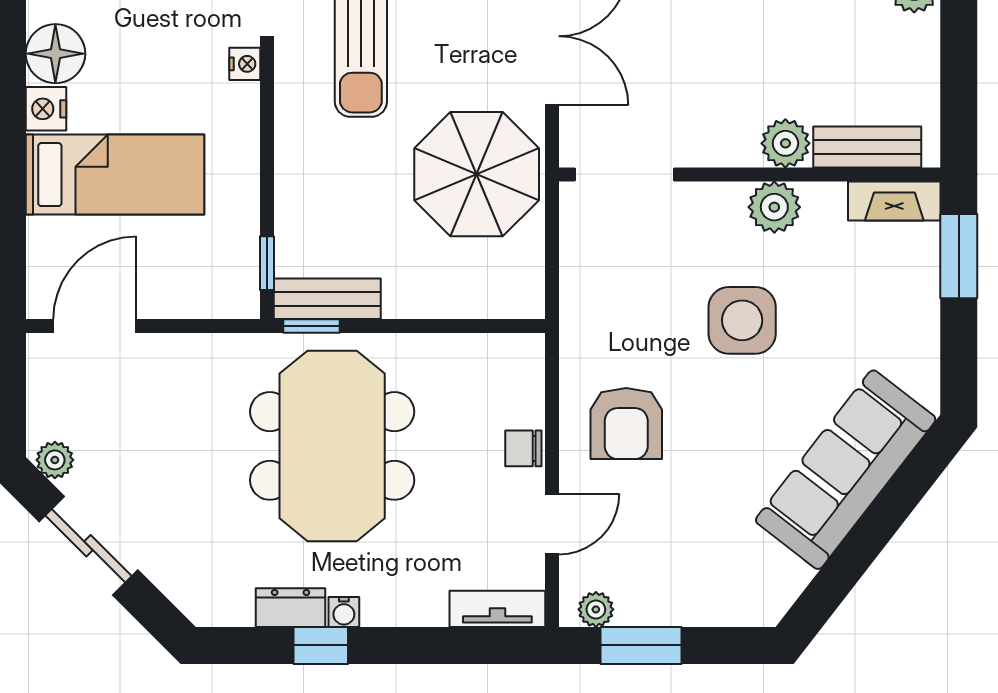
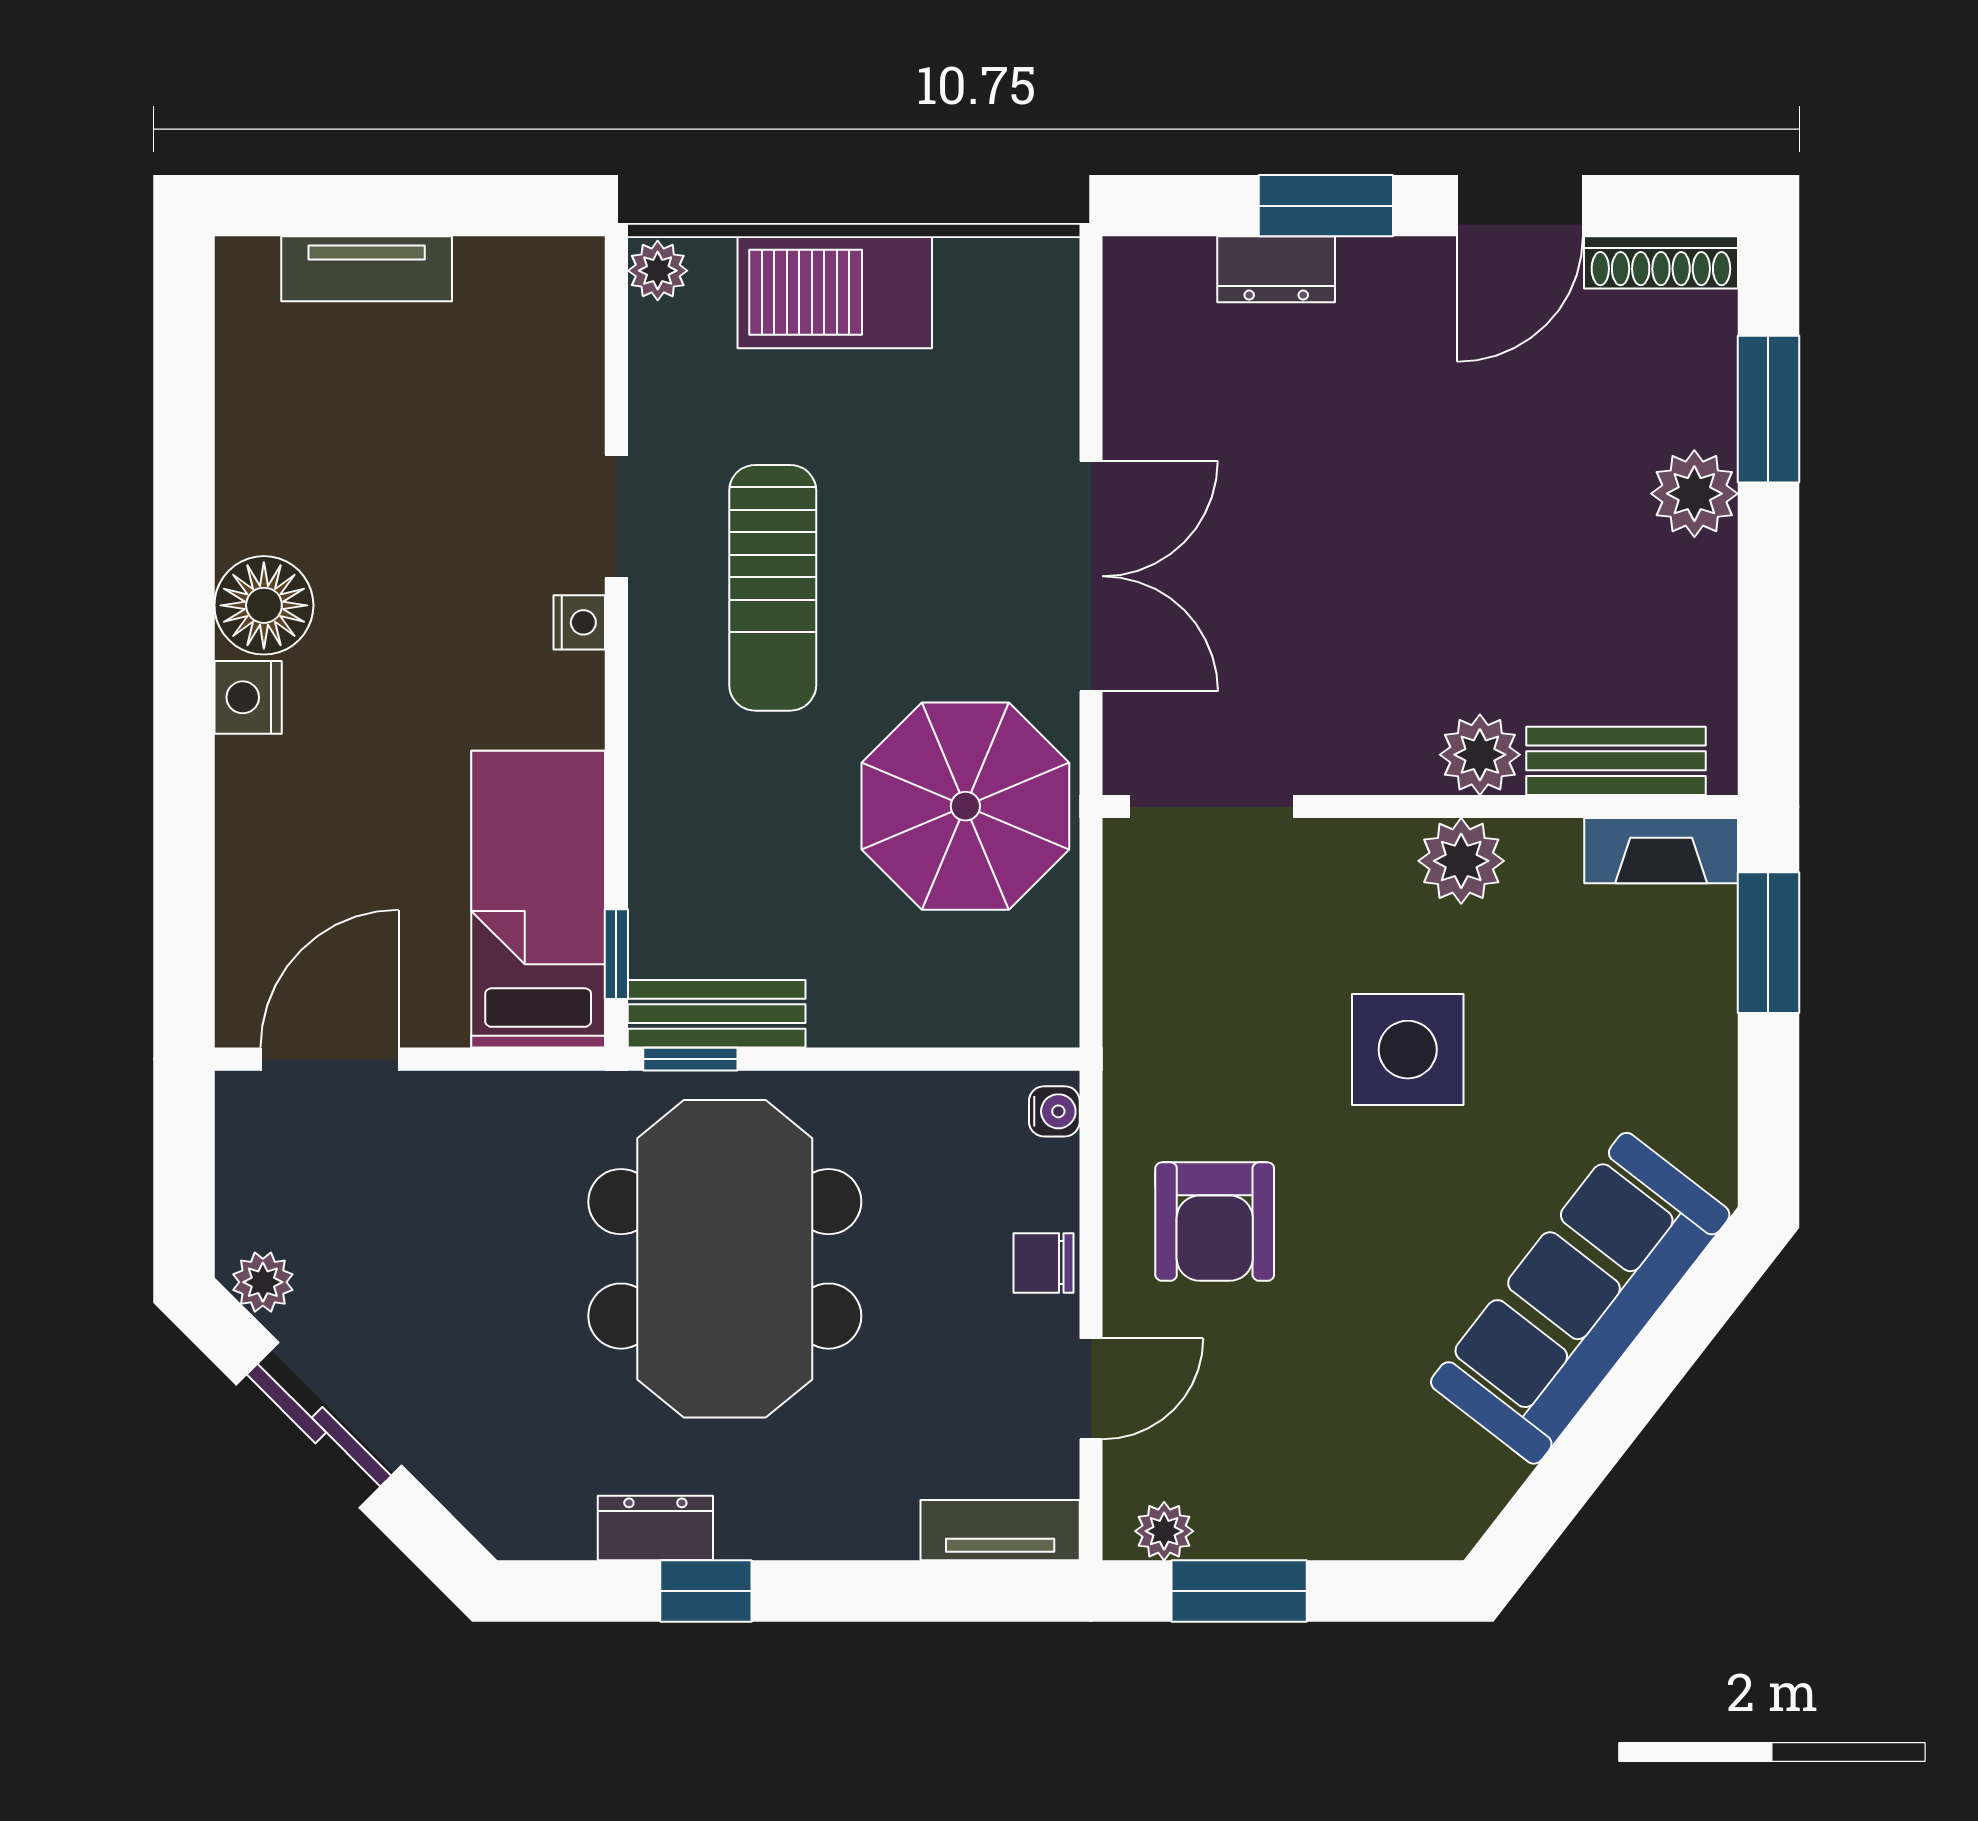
bed: (115, 175) -> (538, 899), moved, turned -90
water cooler: (344, 612) -> (1054, 1111), moved, turned -90

